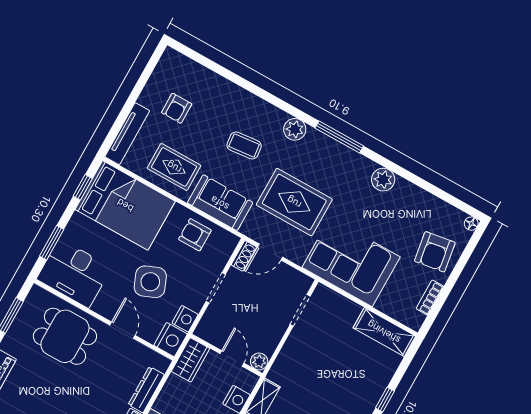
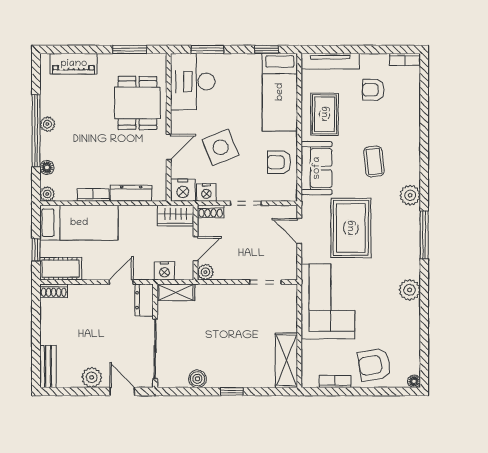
bookcase: (165, 63) -> (405, 59), added
bed: (125, 205) -> (280, 92), width x0.67
armchair: (195, 235) -> (279, 162), turned -90
shoe rack: (244, 256) -> (211, 212), moved

